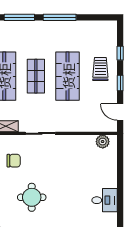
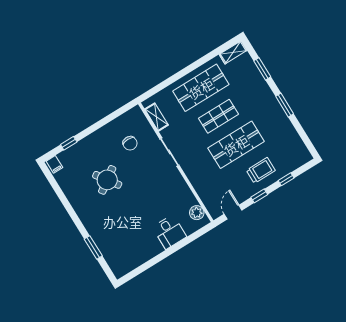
window: (19, 17) -> (262, 69), width x0.69
window: (60, 17) -> (285, 105), width x0.69
round table: (32, 197) -> (107, 180), turned -35
desk: (105, 200) -> (169, 232), moved

